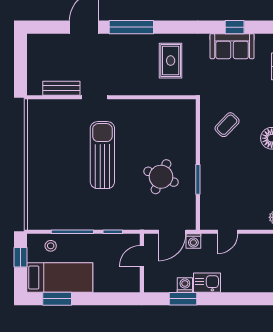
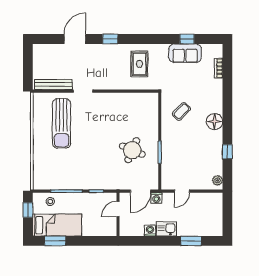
window: (131, 27) -> (110, 39), width x0.46
bench: (61, 88) -> (53, 84), width x1.36
sun lounger: (102, 155) -> (62, 123), moved, turned 180
window: (183, 299) -> (191, 241), moved

